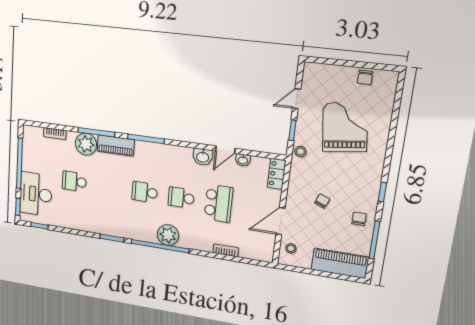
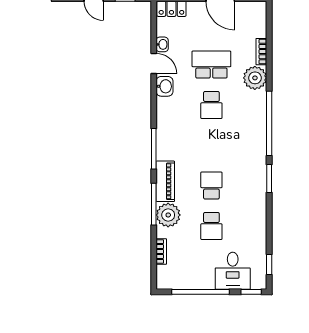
school desk: (145, 192) -> (211, 186), moved, turned 180
desk: (36, 194) -> (233, 271), width x0.73
plant: (168, 235) -> (255, 78), moved

